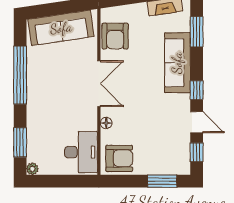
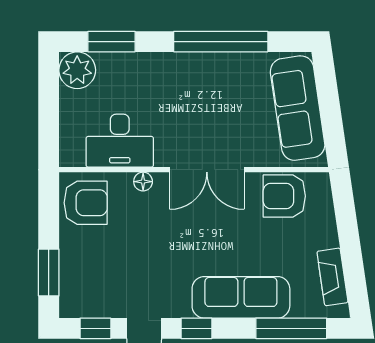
window: (197, 32) -> (291, 328), width x1.44
desk: (81, 152) -> (120, 141), moved
armchair: (119, 158) -> (86, 203), turned -90
plant: (32, 169) -> (77, 70), width x1.87, depth x1.87

